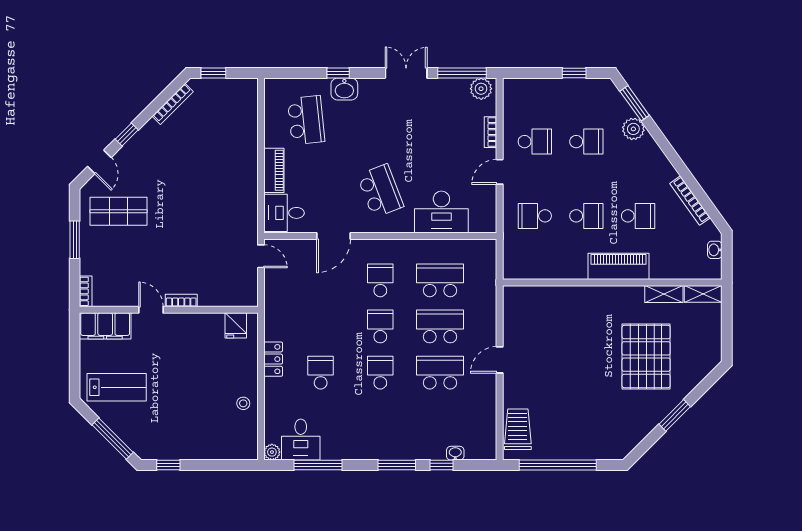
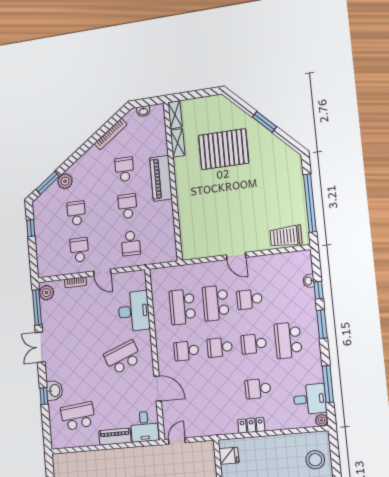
school desk: (440, 373) -> (250, 299), width x0.54
stool: (243, 403) -> (315, 460), moved, width x1.89, depth x1.89
school desk: (380, 419) -> (288, 340), added

